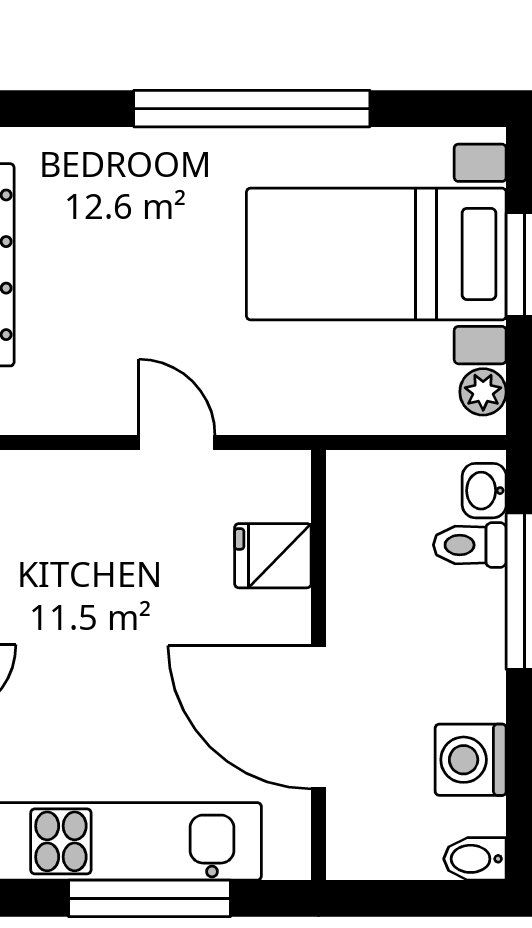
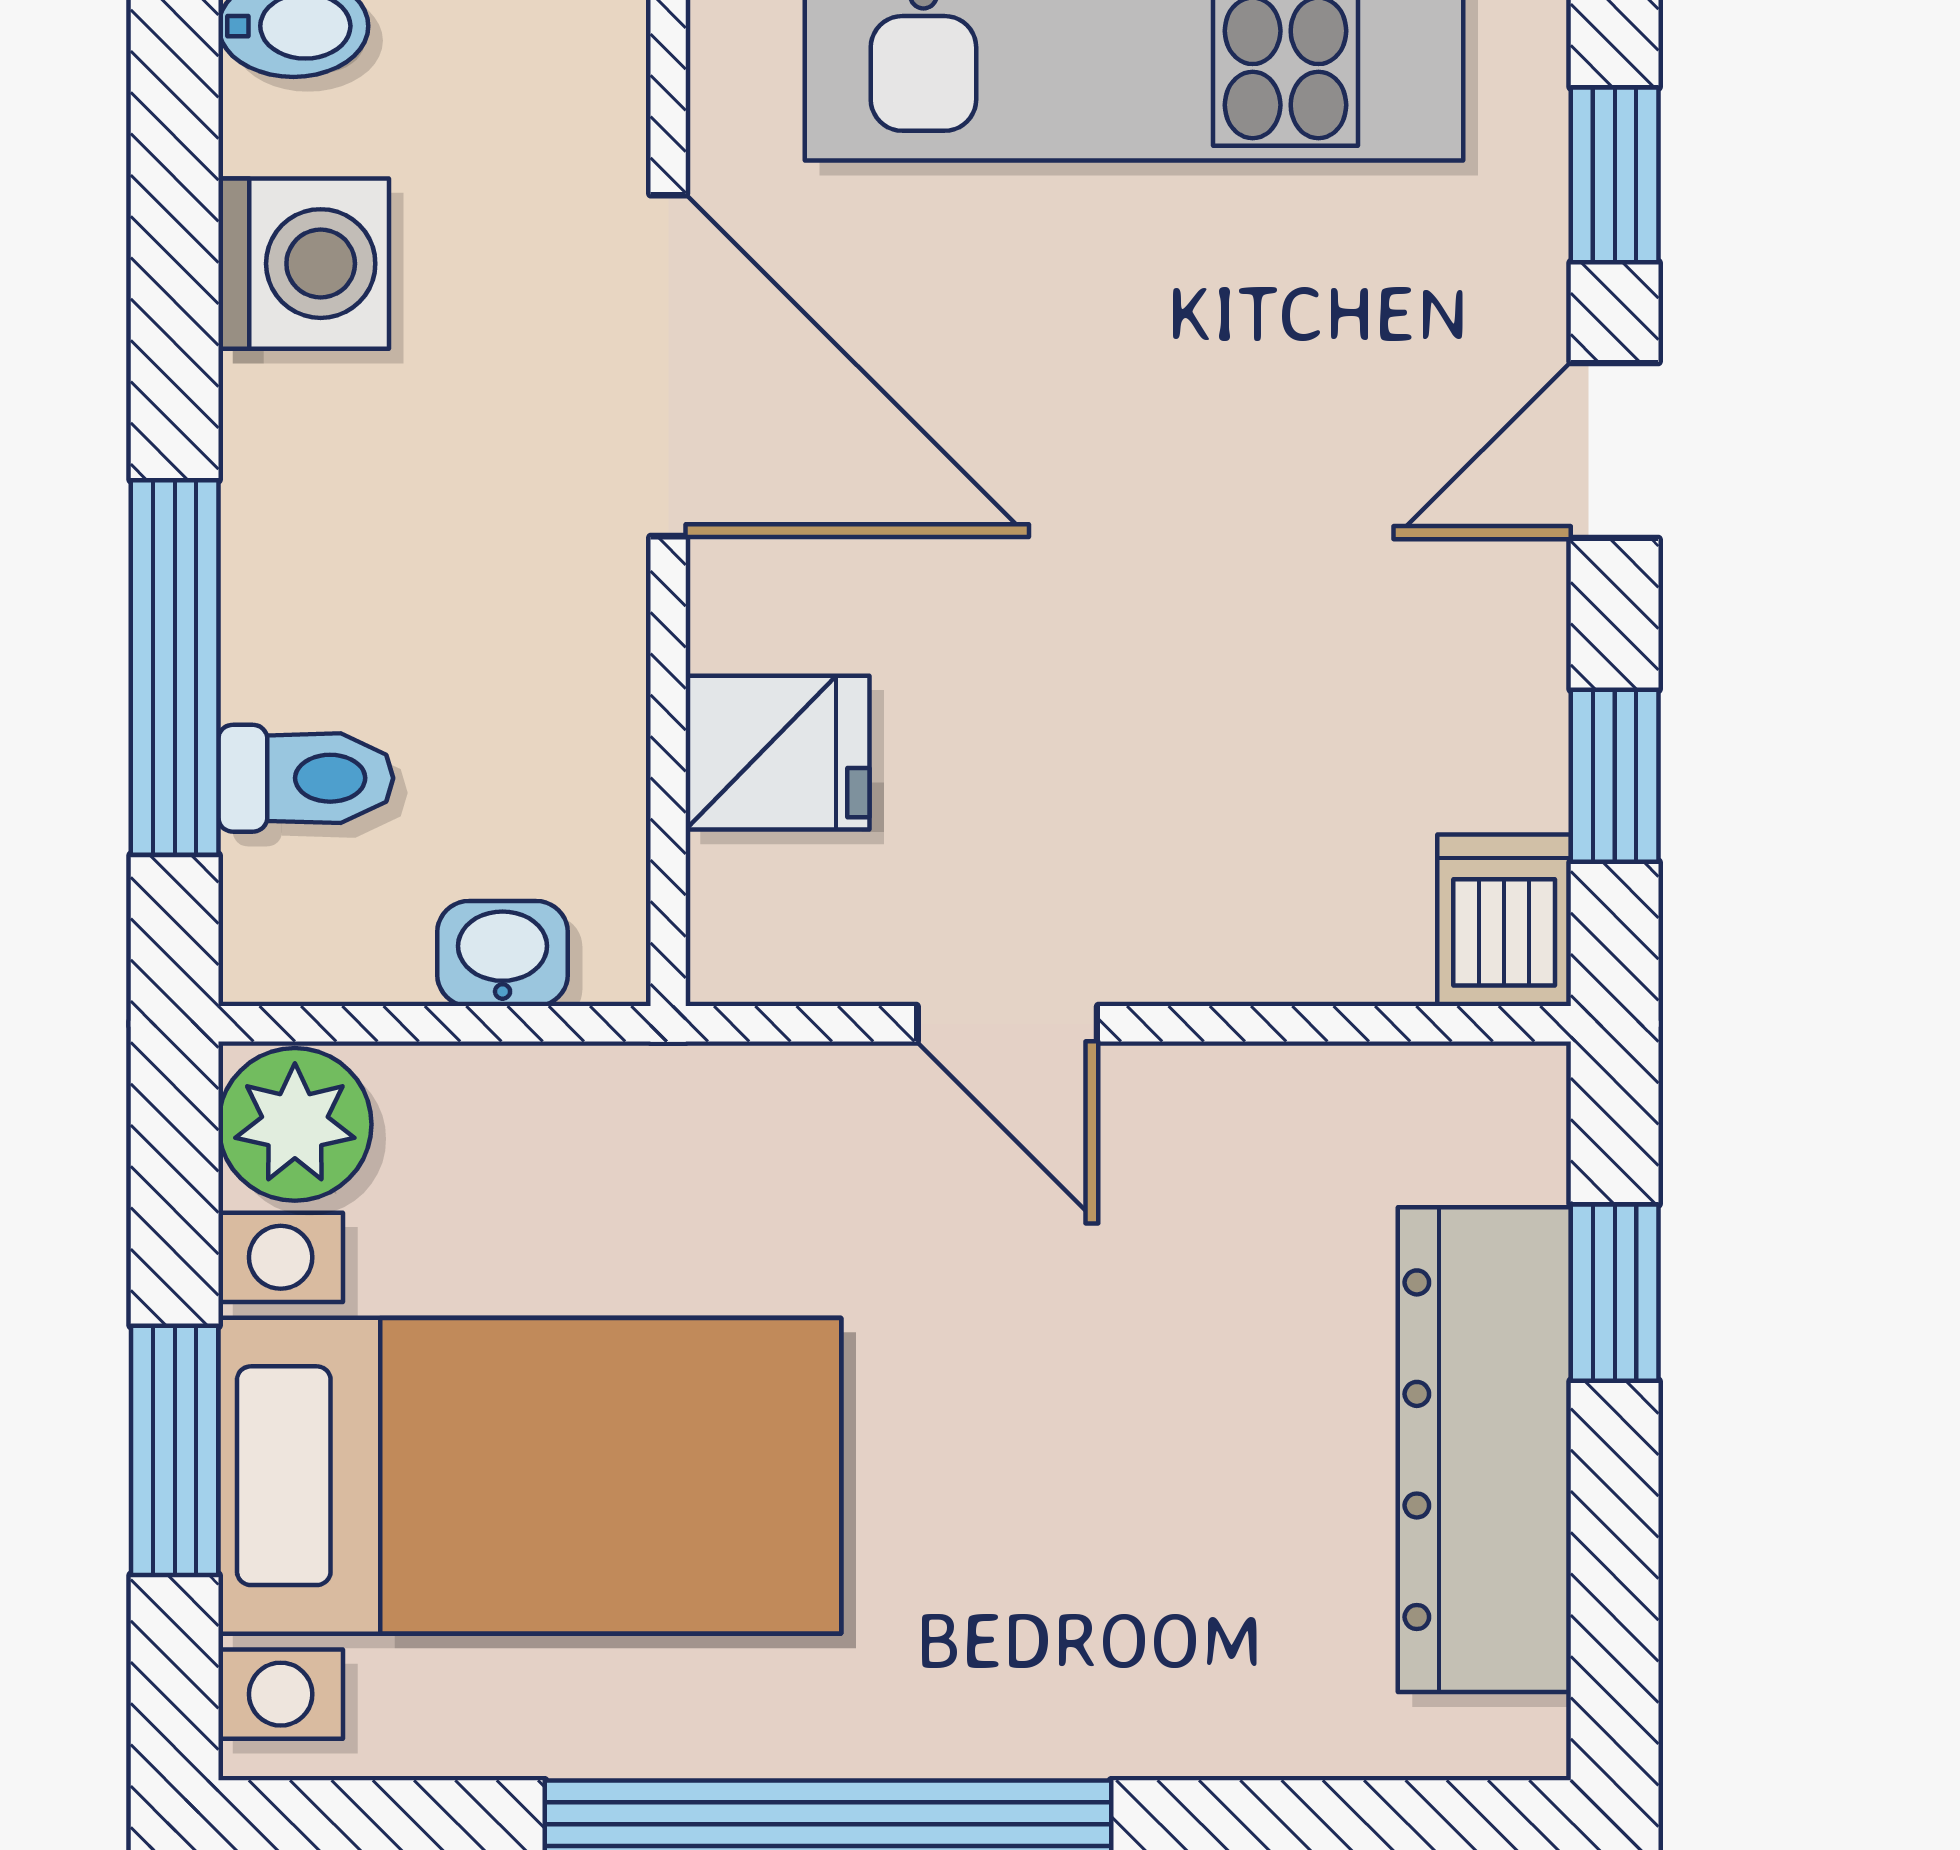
plant: (483, 392) -> (295, 1124), width x1.38, depth x1.38
washbasin: (484, 491) -> (503, 954), moved, turned -90

